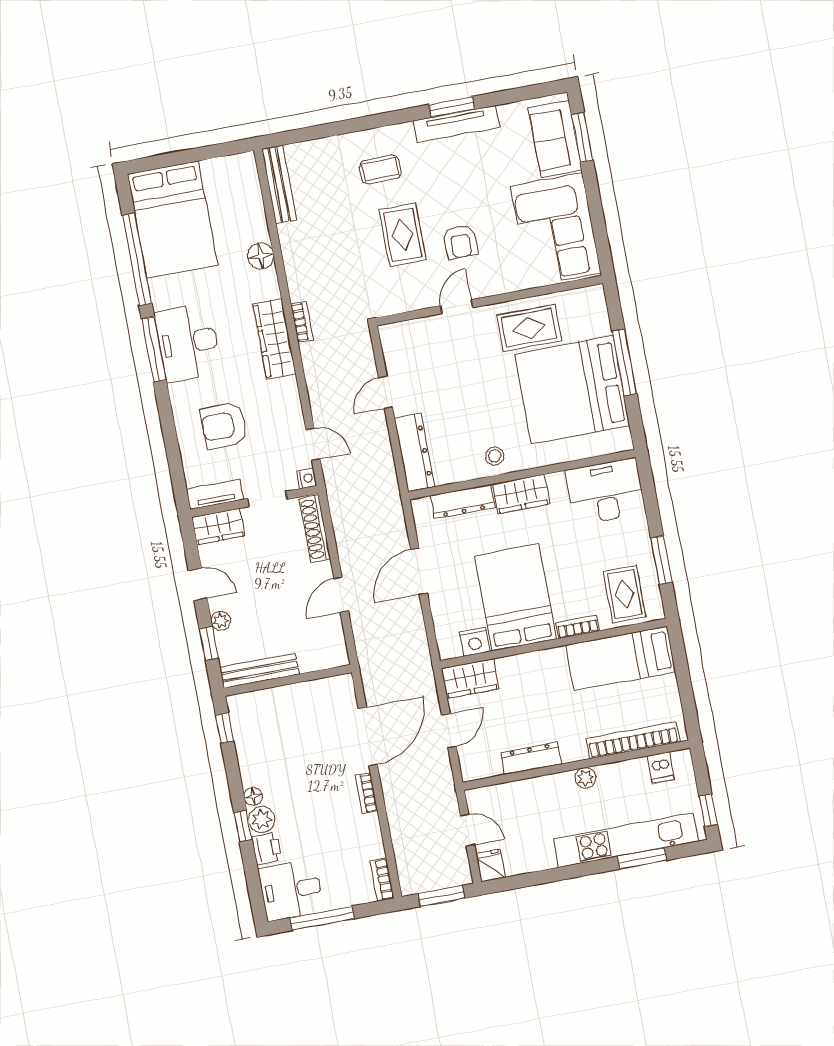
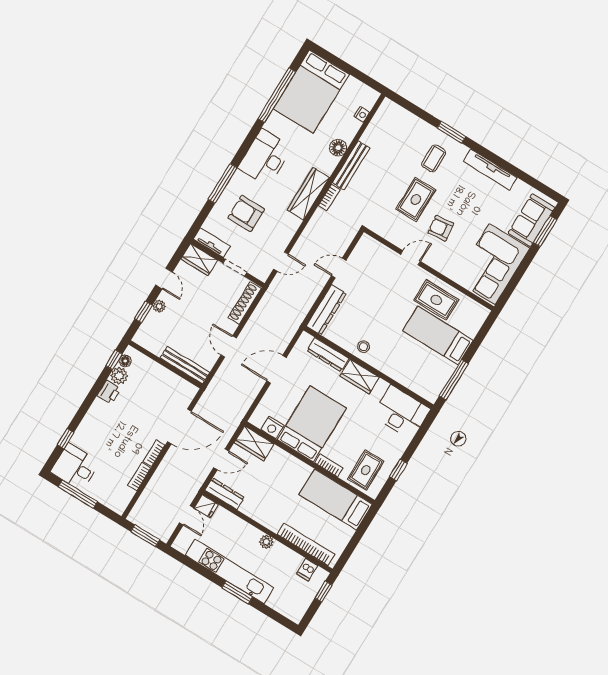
window: (452, 107) -> (452, 132), moved
coffee table: (380, 170) -> (434, 158), turned 90
bench: (279, 184) -> (351, 165), moved
armchair: (460, 242) -> (441, 228), turned 83
window: (154, 349) -> (223, 183), moved
window: (624, 362) -> (454, 380), moved
bed: (572, 390) -> (438, 336), width x0.49
door: (313, 444) -> (281, 262), hinge flipped
nightstand: (307, 478) -> (362, 114), moved
window: (661, 560) -> (398, 470), width x0.67
door: (341, 595) -> (229, 346), hinge flipped
bench: (259, 671) -> (185, 365), moved
dresser: (531, 758) -> (225, 494), moved
floor lamp: (253, 796) -> (125, 361), moved
window: (708, 810) -> (323, 592), moved
plant: (262, 819) -> (119, 376), moved
window: (243, 826) -> (65, 439), moved
kitchen unit: (626, 840) -> (230, 572), moved
printer: (267, 849) -> (109, 392), moved
window: (642, 858) -> (237, 592), moved
fridge: (490, 865) -> (206, 506), moved, turned 90
bookcase: (382, 880) -> (139, 477), moved

